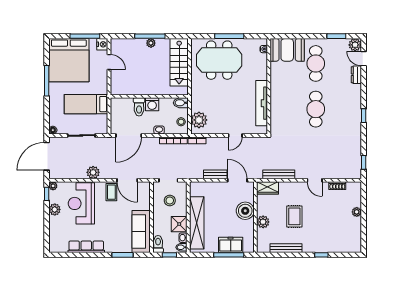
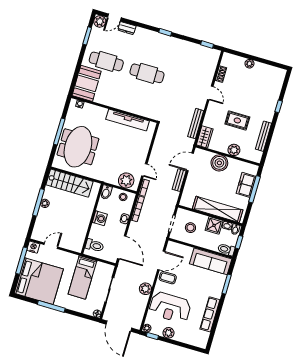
toilet: (139, 107) -> (95, 245), moved
door: (235, 135) -> (144, 170), moved
door: (315, 180) -> (210, 93), hinge flipped

